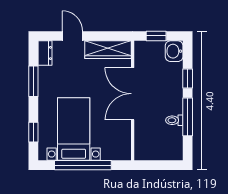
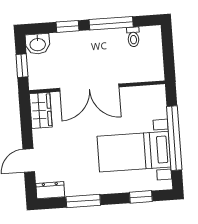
wardrobe: (108, 50) -> (41, 110), width x0.67
toilet: (174, 120) -> (133, 37), moved

